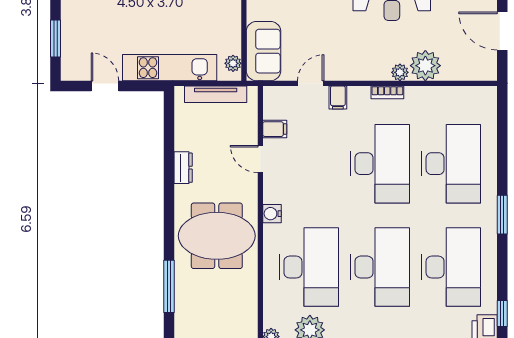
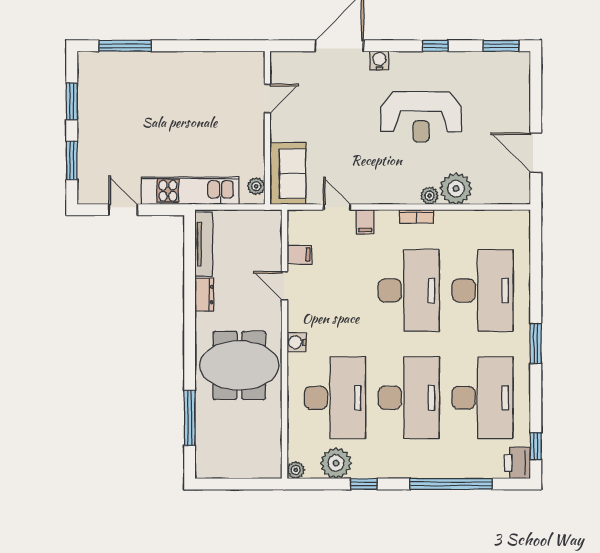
door: (311, 83) -> (337, 207), hinge flipped
tv unit: (216, 94) -> (204, 244), moved, turned -90

